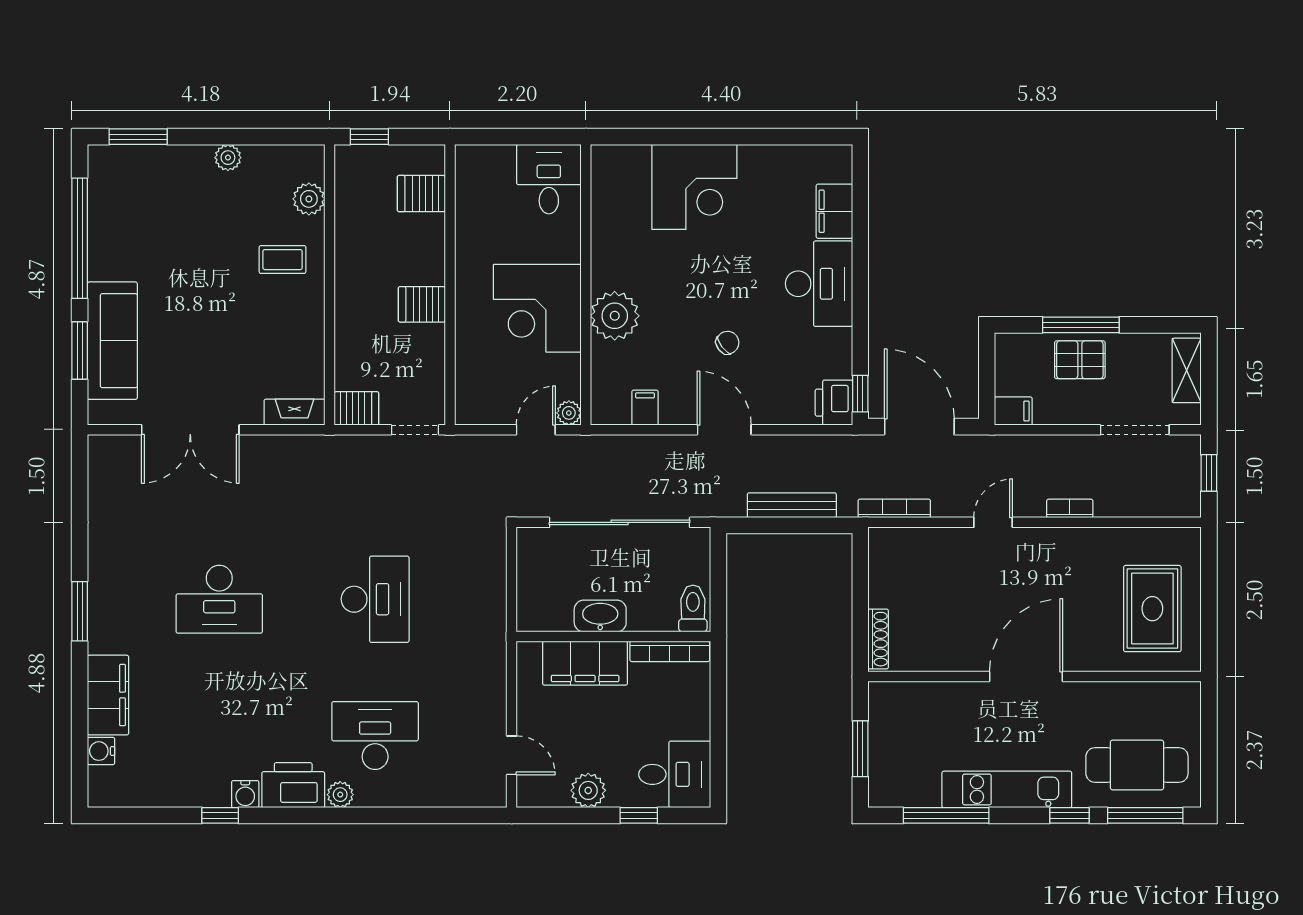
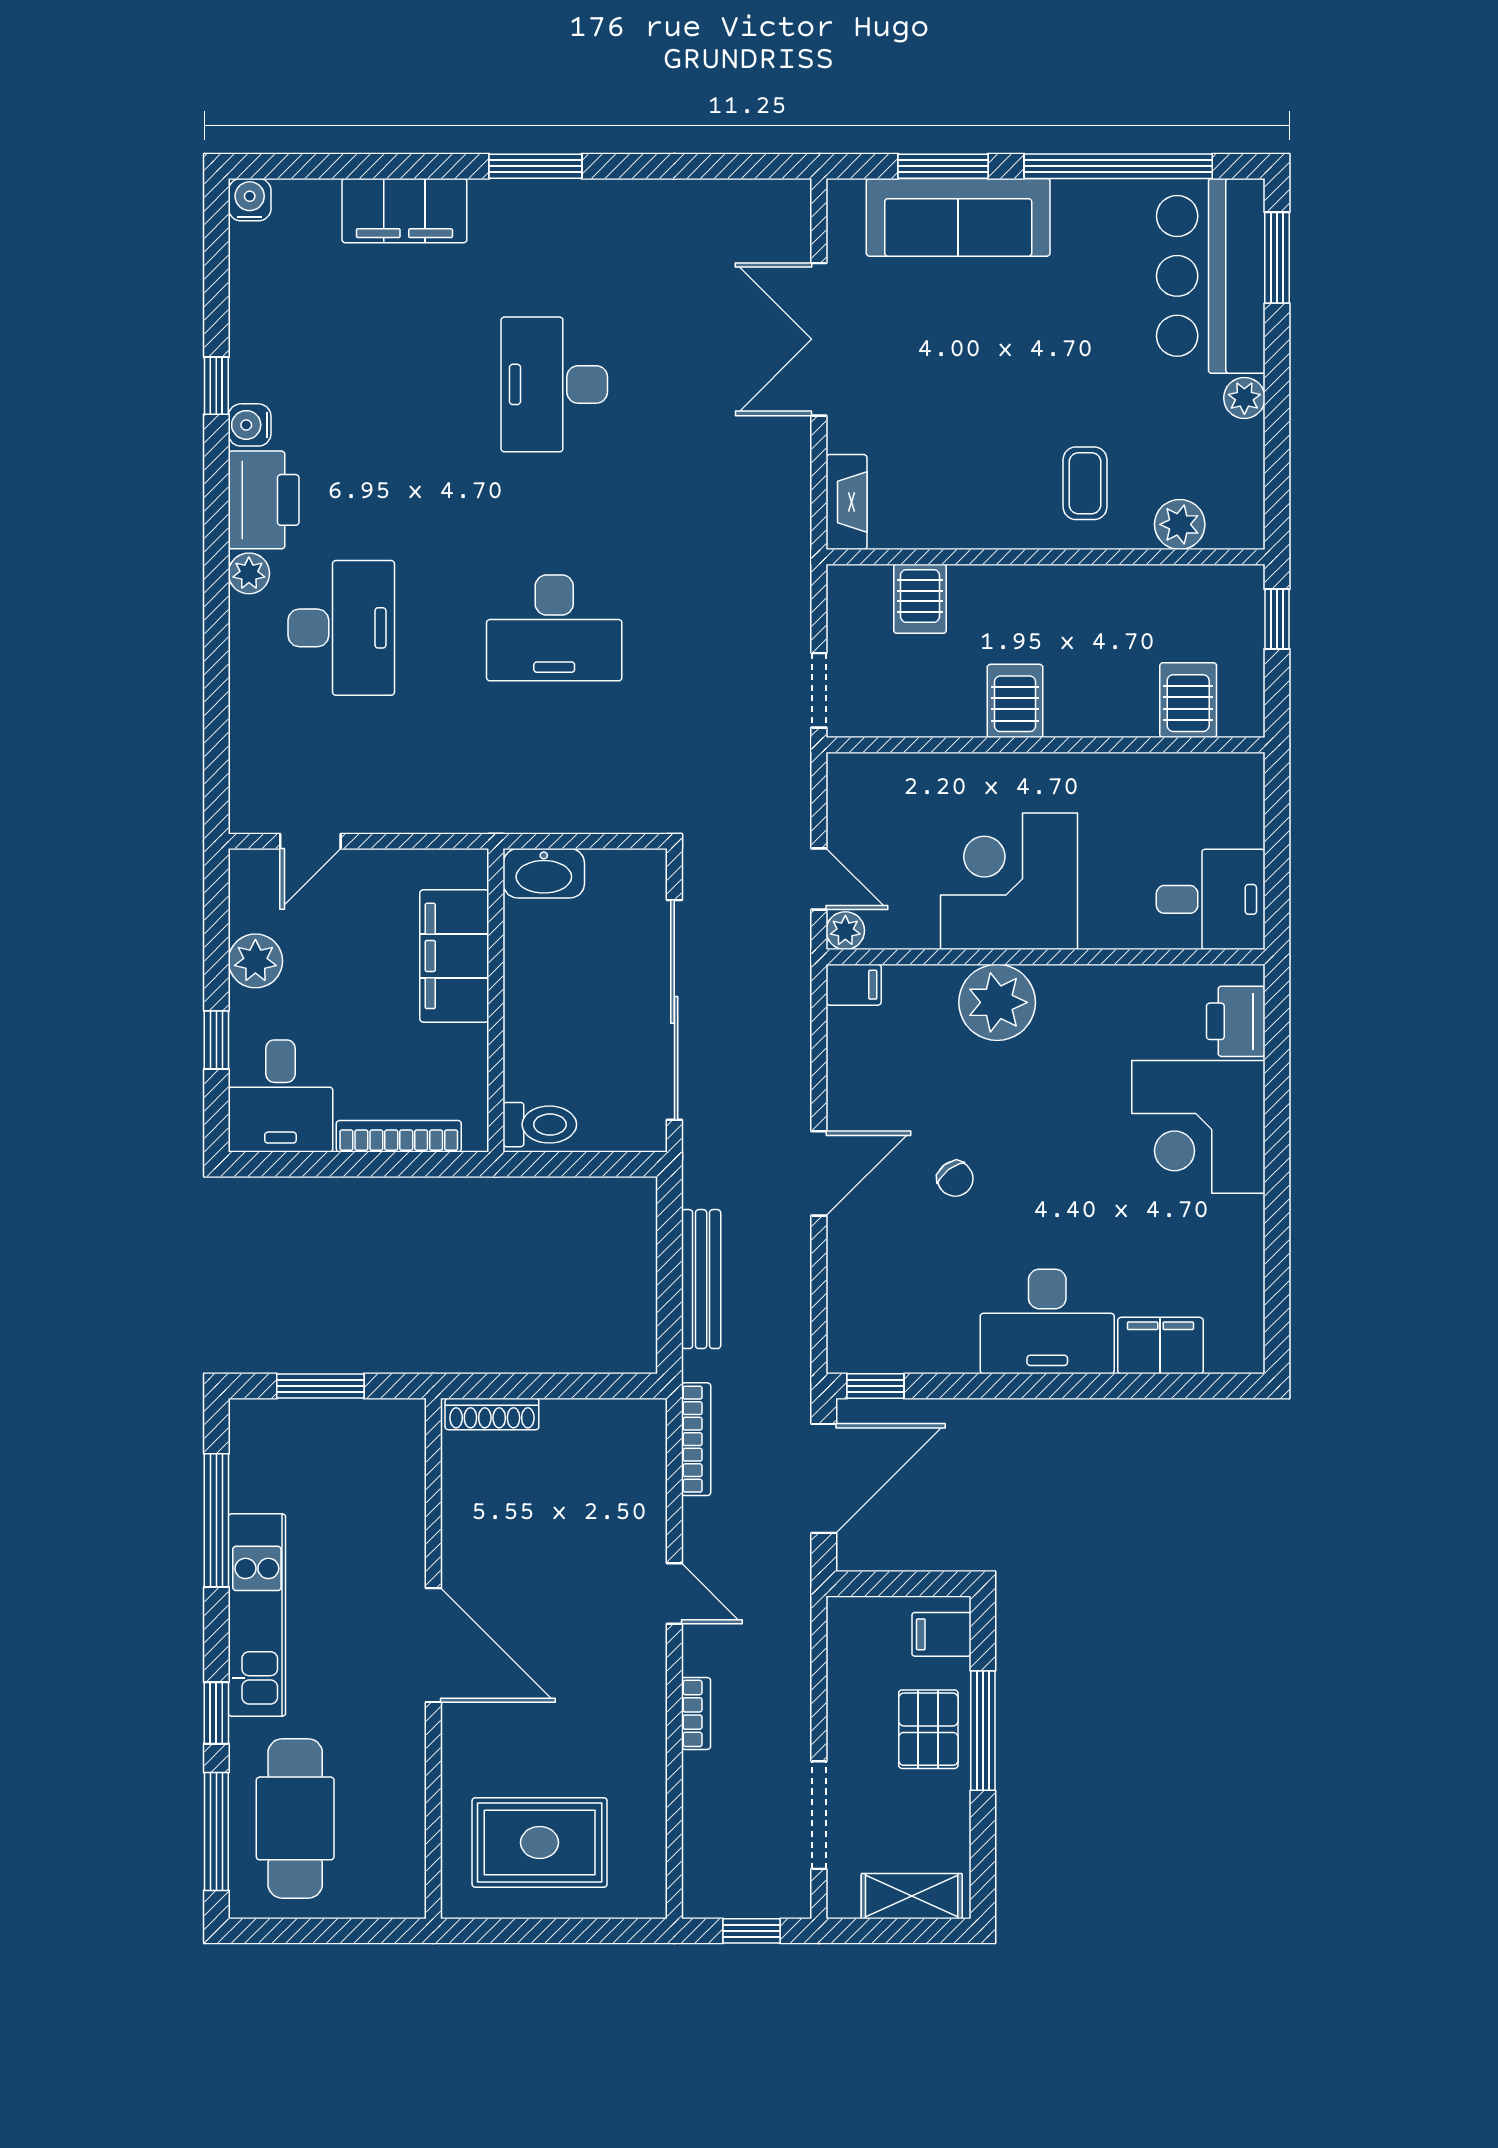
bar counter: (150, 179) -> (1211, 276), added
printer: (834, 403) -> (1236, 1021), moved, turned -90
server rack: (356, 408) -> (920, 599), moved
filing cabinet: (645, 408) -> (854, 985), moved
filing cabinet: (1013, 411) -> (941, 1634), moved, turned 90
washbasin: (600, 616) -> (544, 873), moved, turned 90
bookcase: (670, 651) -> (399, 1136), moved, turned 90
water cooler: (101, 751) -> (250, 200), moved

